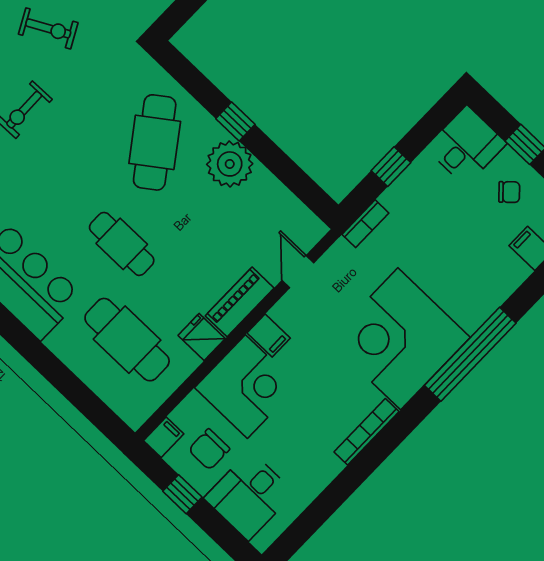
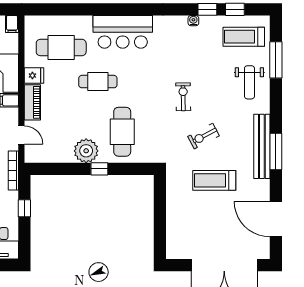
cafe table: (155, 142) -> (122, 132), turned 36
bookcase: (365, 224) -> (13, 170), width x1.56

